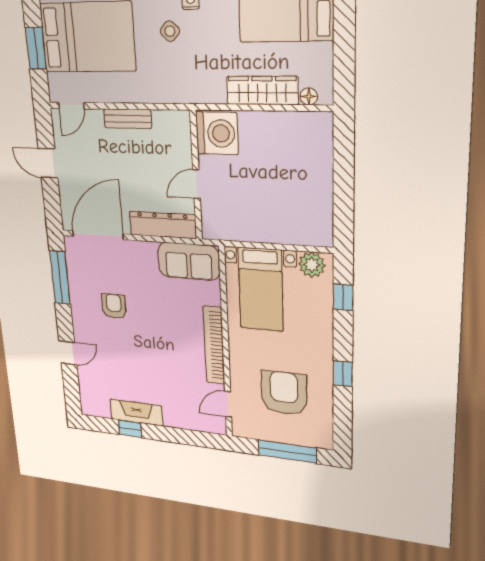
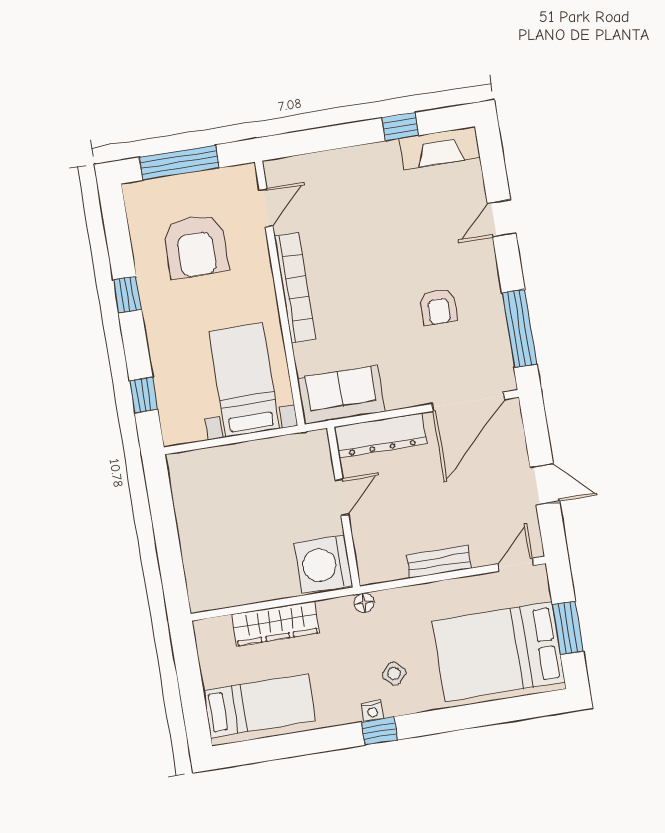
floor lamp: (309, 96) -> (364, 603), moved
plant: (312, 265) -> (187, 427), removed
fireplace: (136, 412) -> (440, 148), moved

